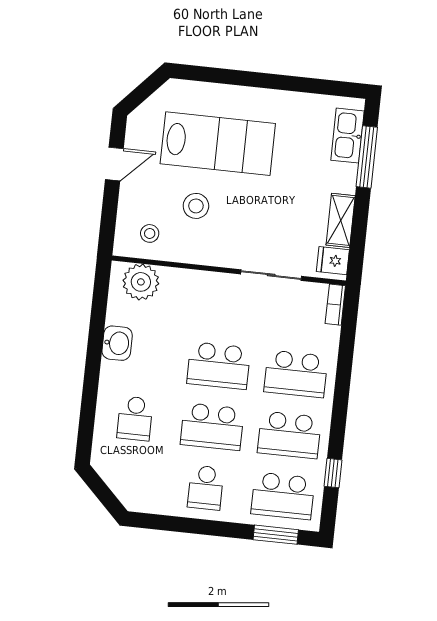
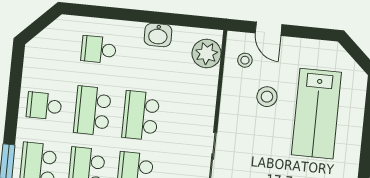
door: (114, 164) -> (269, 29), moved

